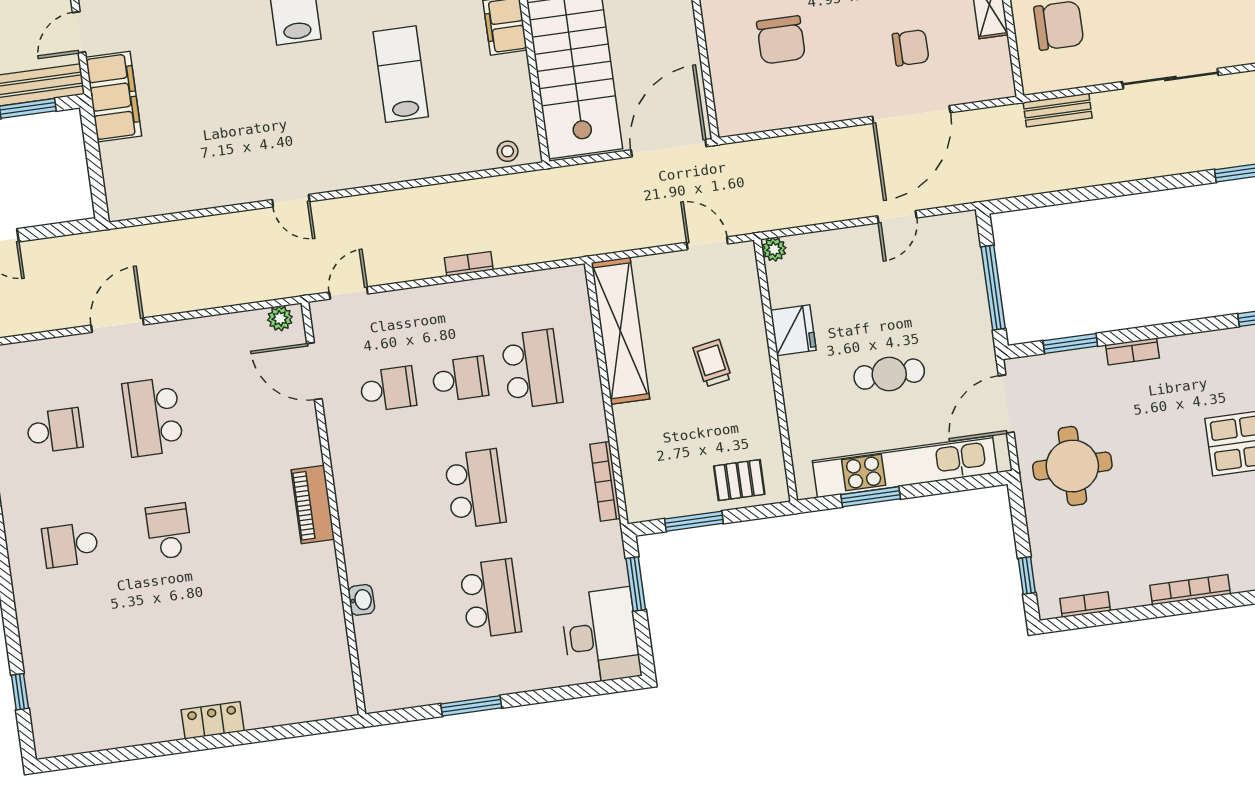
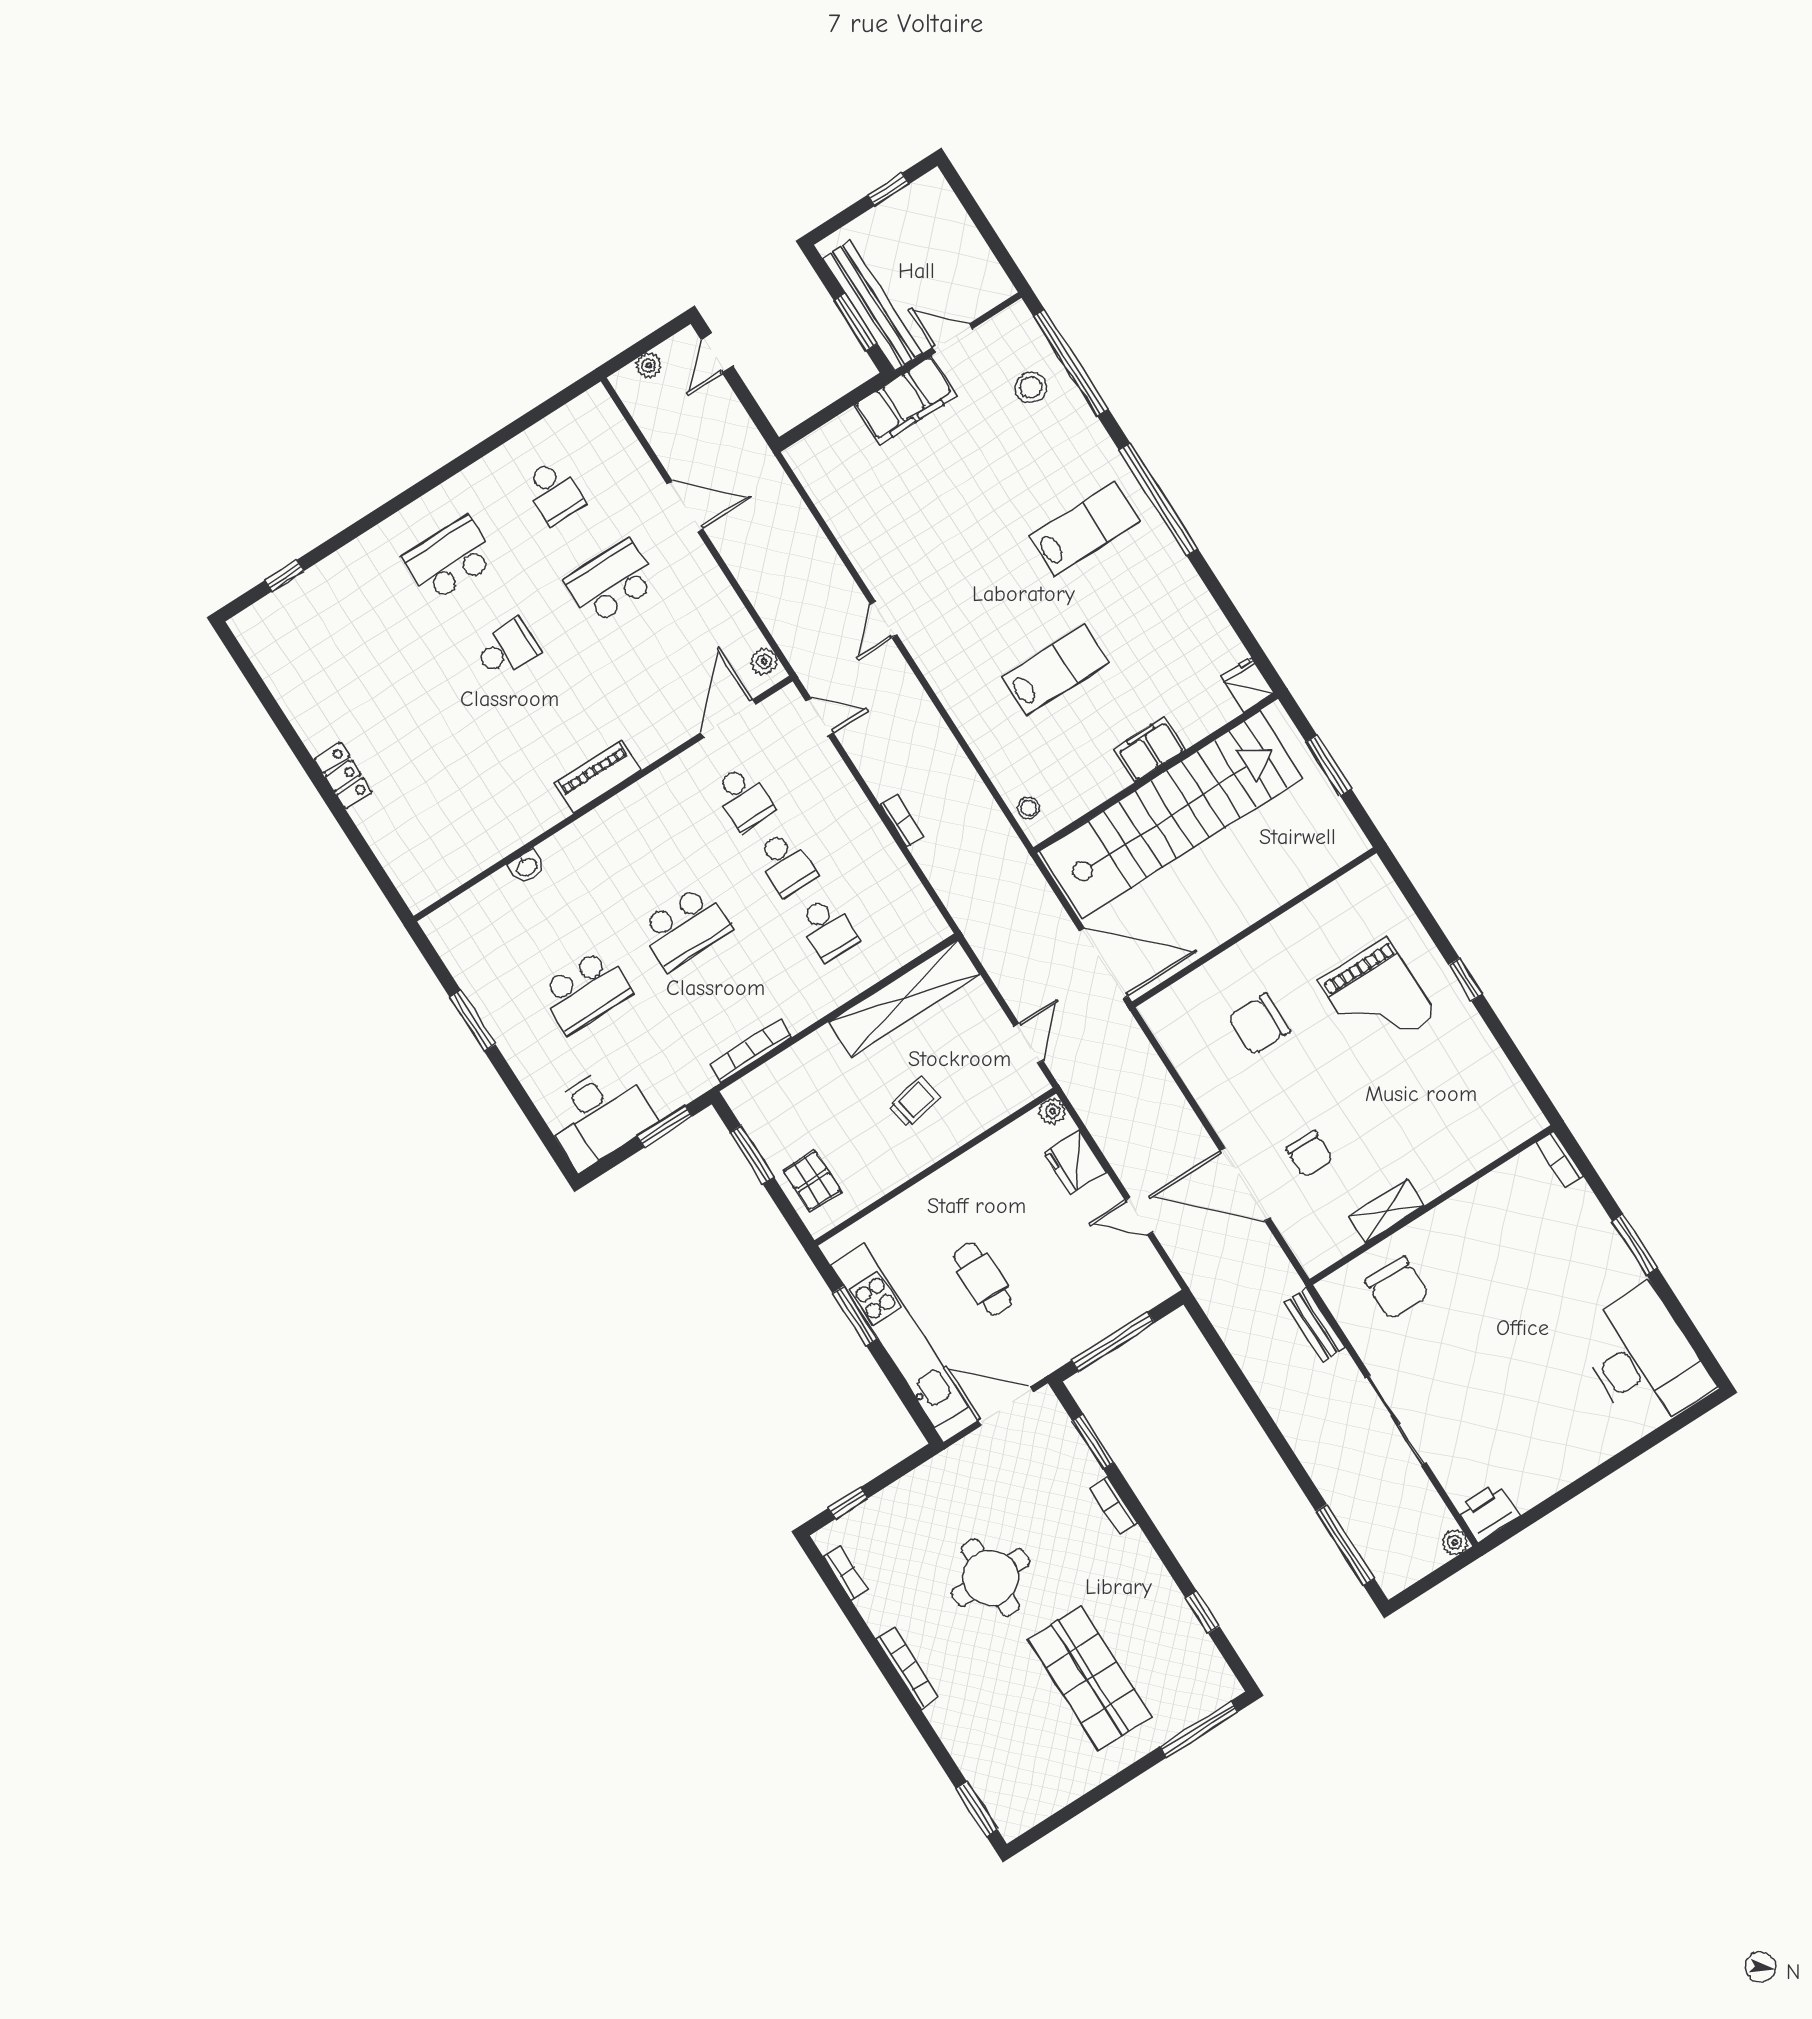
fridge: (793, 330) -> (1075, 1162), moved, turned 90
school desk: (532, 369) -> (827, 929), width x0.54
round table: (1072, 466) -> (990, 1578), moved
school desk: (70, 545) -> (450, 559), width x1.85

